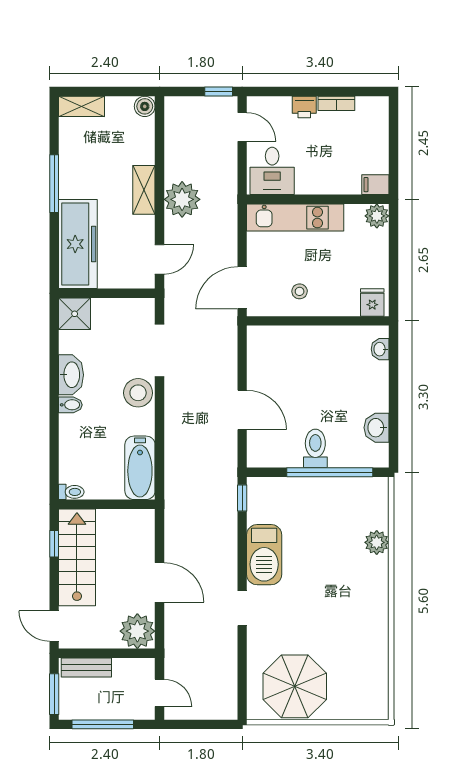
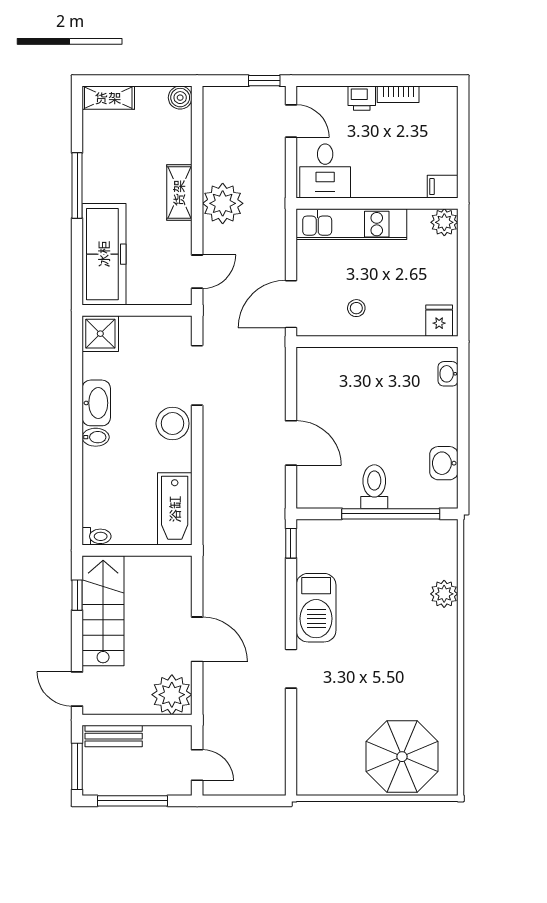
parasol: (295, 686) -> (402, 757), moved

